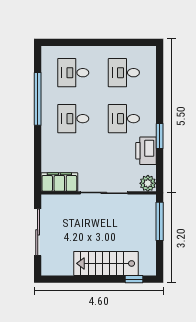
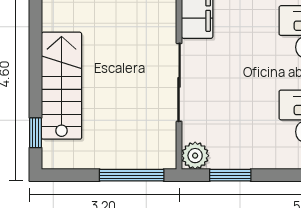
window: (160, 136) -> (230, 175), moved
printer: (146, 151) -> (249, 153), removed

